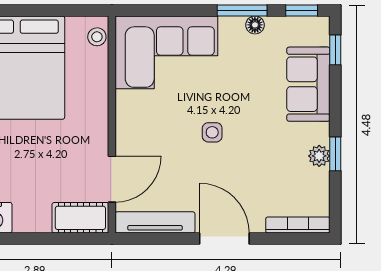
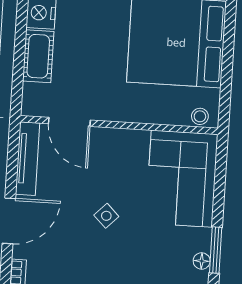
side table: (212, 132) -> (106, 216), turned 45
cot: (80, 218) -> (38, 56), moved

